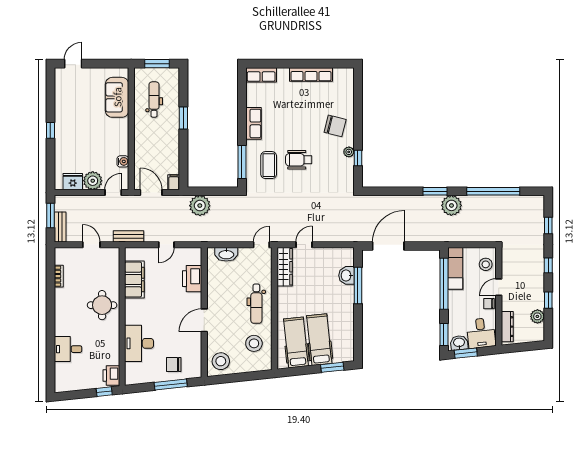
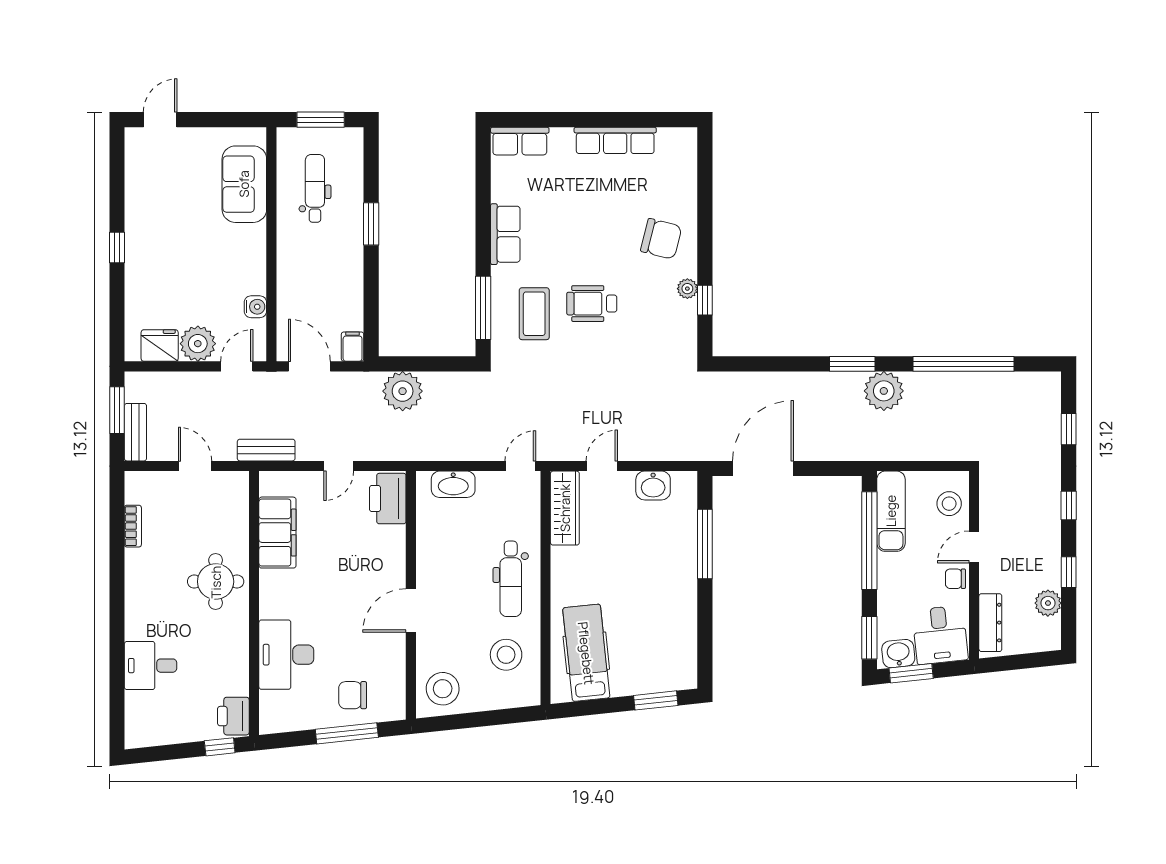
washbasin: (346, 275) -> (653, 486), moved, turned -90
printer: (192, 279) -> (388, 499), moved
hospital bed: (319, 340) -> (631, 647), removed

